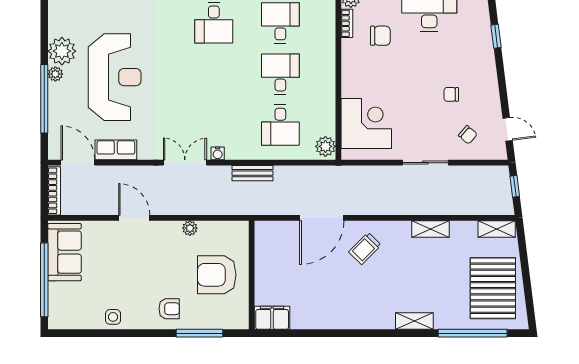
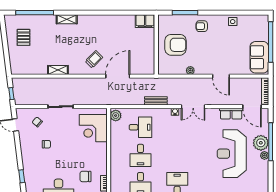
plant: (62, 51) -> (261, 143), moved
desk: (280, 125) -> (140, 127), turned 90
shelving: (497, 229) -> (21, 70), removed
pallet: (493, 288) -> (24, 37), width x0.49, depth x0.50

